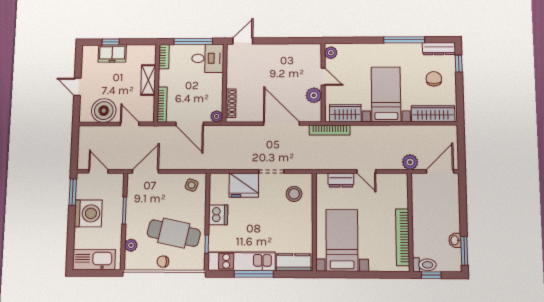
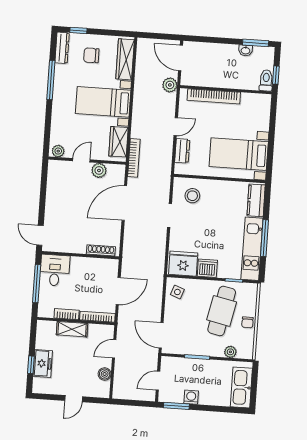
bookcase: (164, 57) -> (67, 314), moved
boiler: (104, 111) -> (105, 374), width x0.54, depth x0.54
plant: (217, 116) -> (113, 265), removed
fridge: (244, 185) -> (183, 264), moved, turned -90
washing machine: (88, 213) -> (191, 397), width x0.53, depth x0.53
bookcase: (403, 237) -> (214, 96), moved

